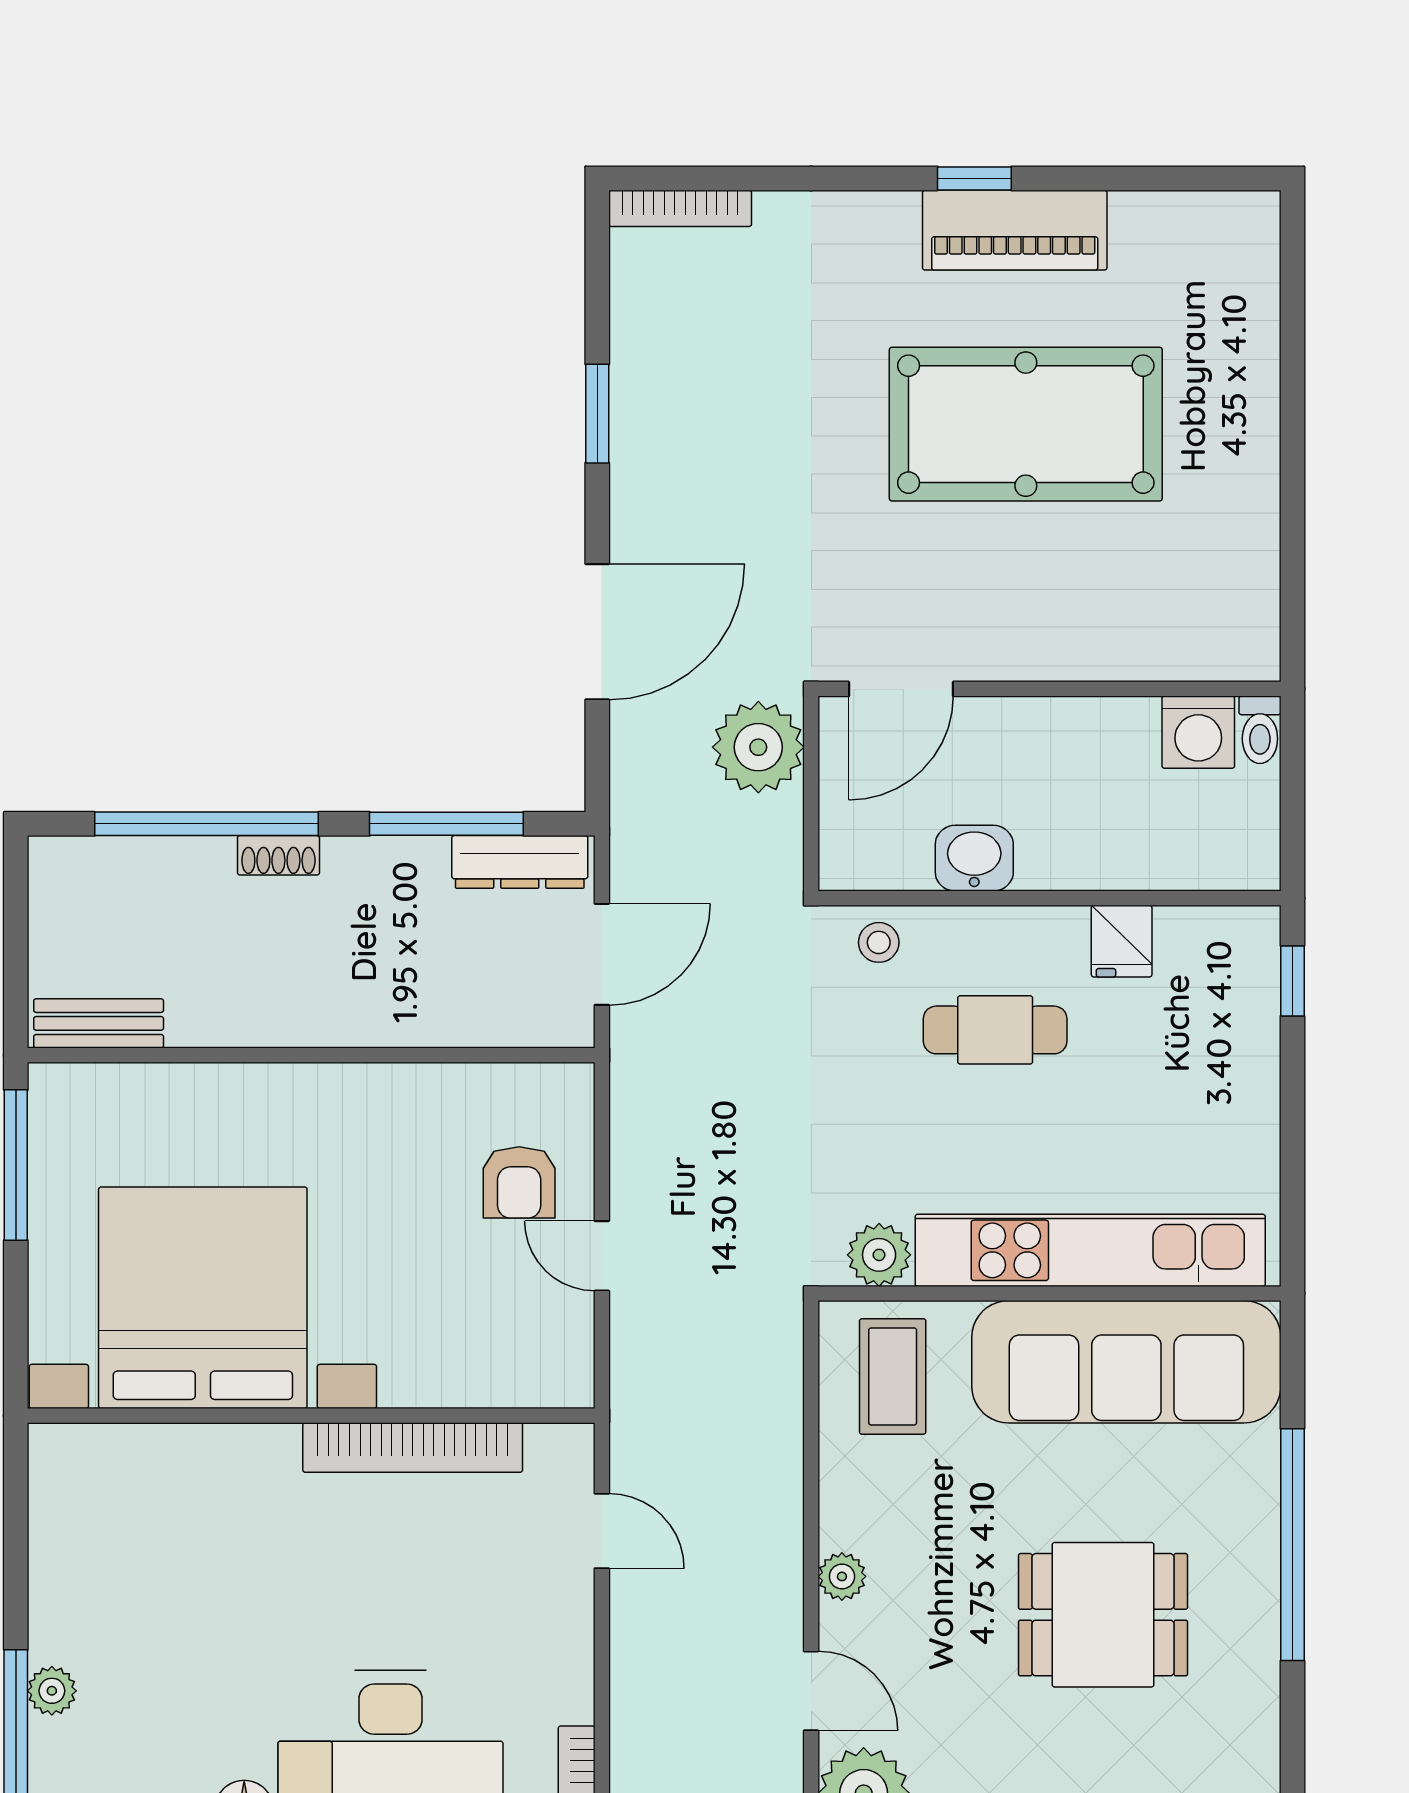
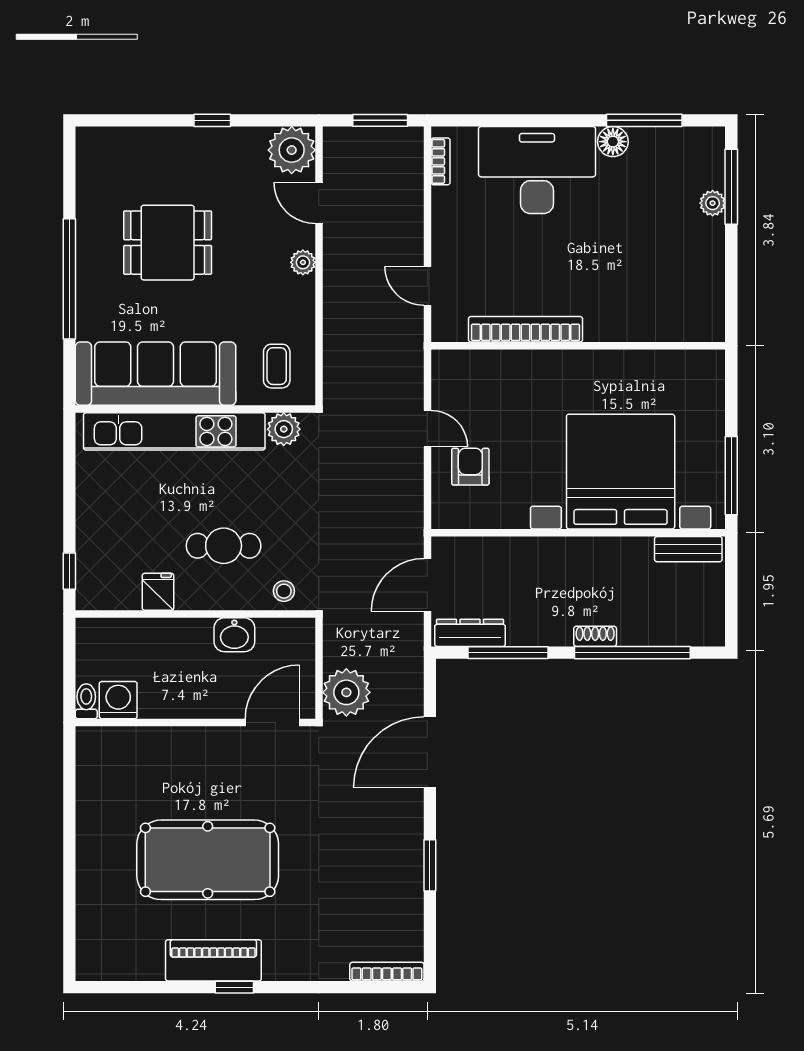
bed with nightstands: (203, 1298) -> (621, 472), moved, turned 180
coffee table: (893, 1376) -> (277, 366), width x0.73, depth x0.77

